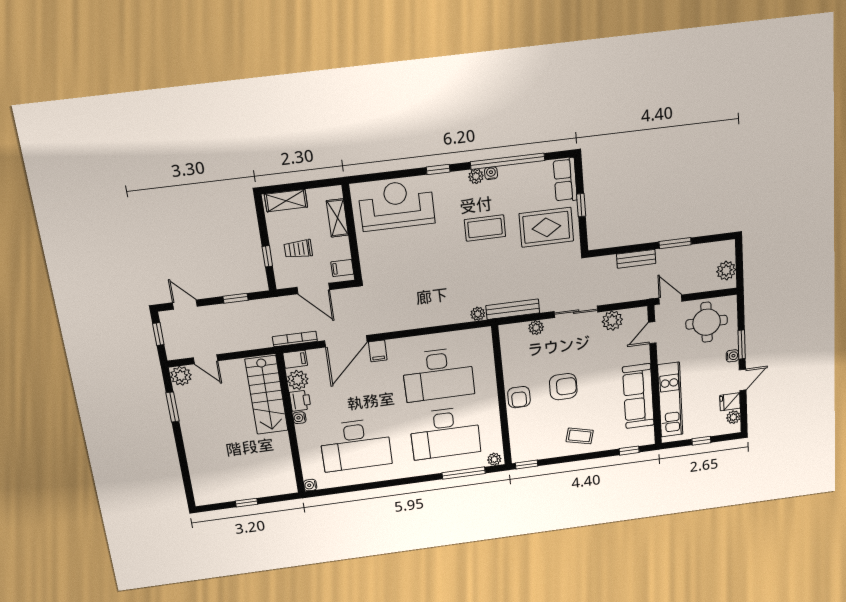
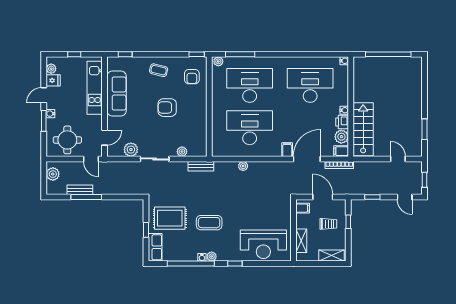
window: (675, 243) -> (86, 197), width x1.44
bench: (636, 259) -> (80, 190), moved
bench: (513, 309) -> (201, 166), width x0.73
plant: (478, 314) -> (243, 166), moved
plant: (181, 376) -> (415, 150), removed
armchair: (519, 397) -> (192, 77), moved, turned 180
window: (247, 503) -> (388, 54), width x3.17

